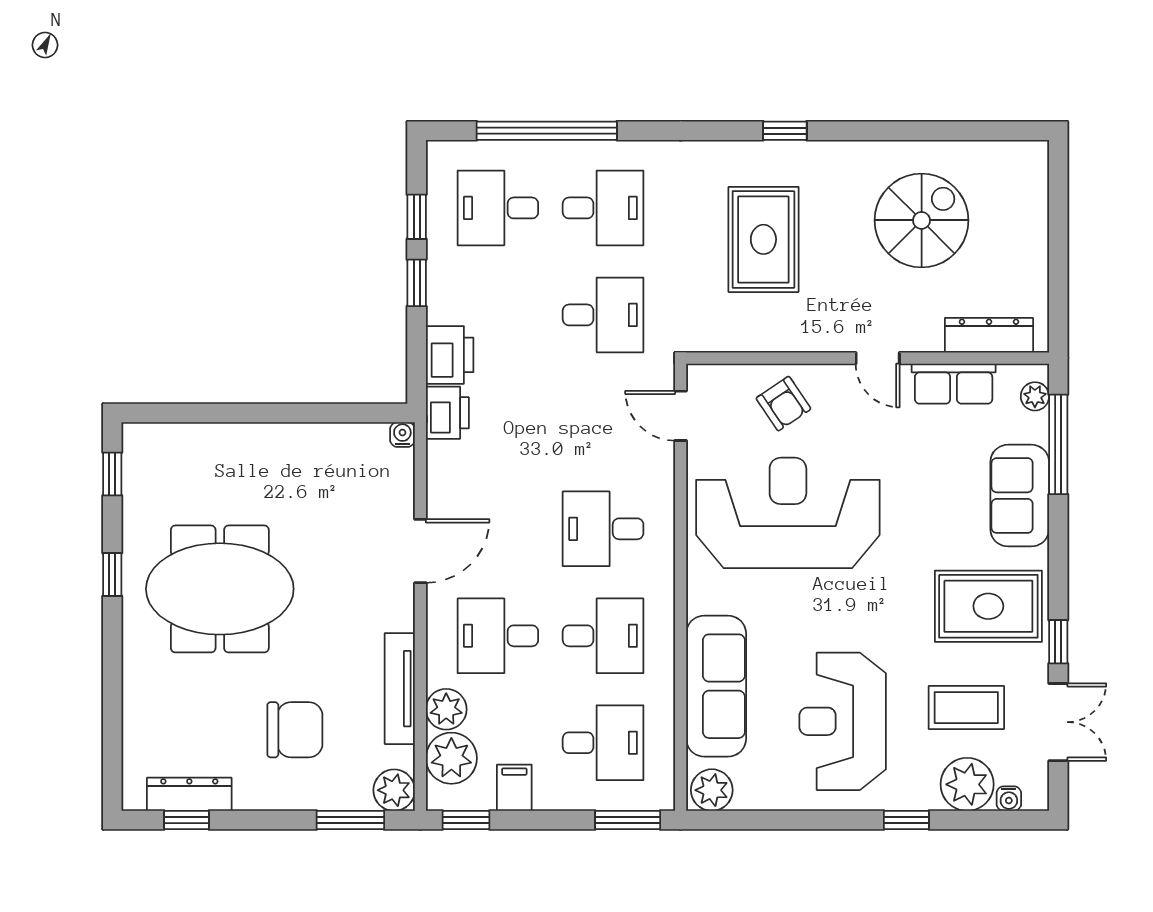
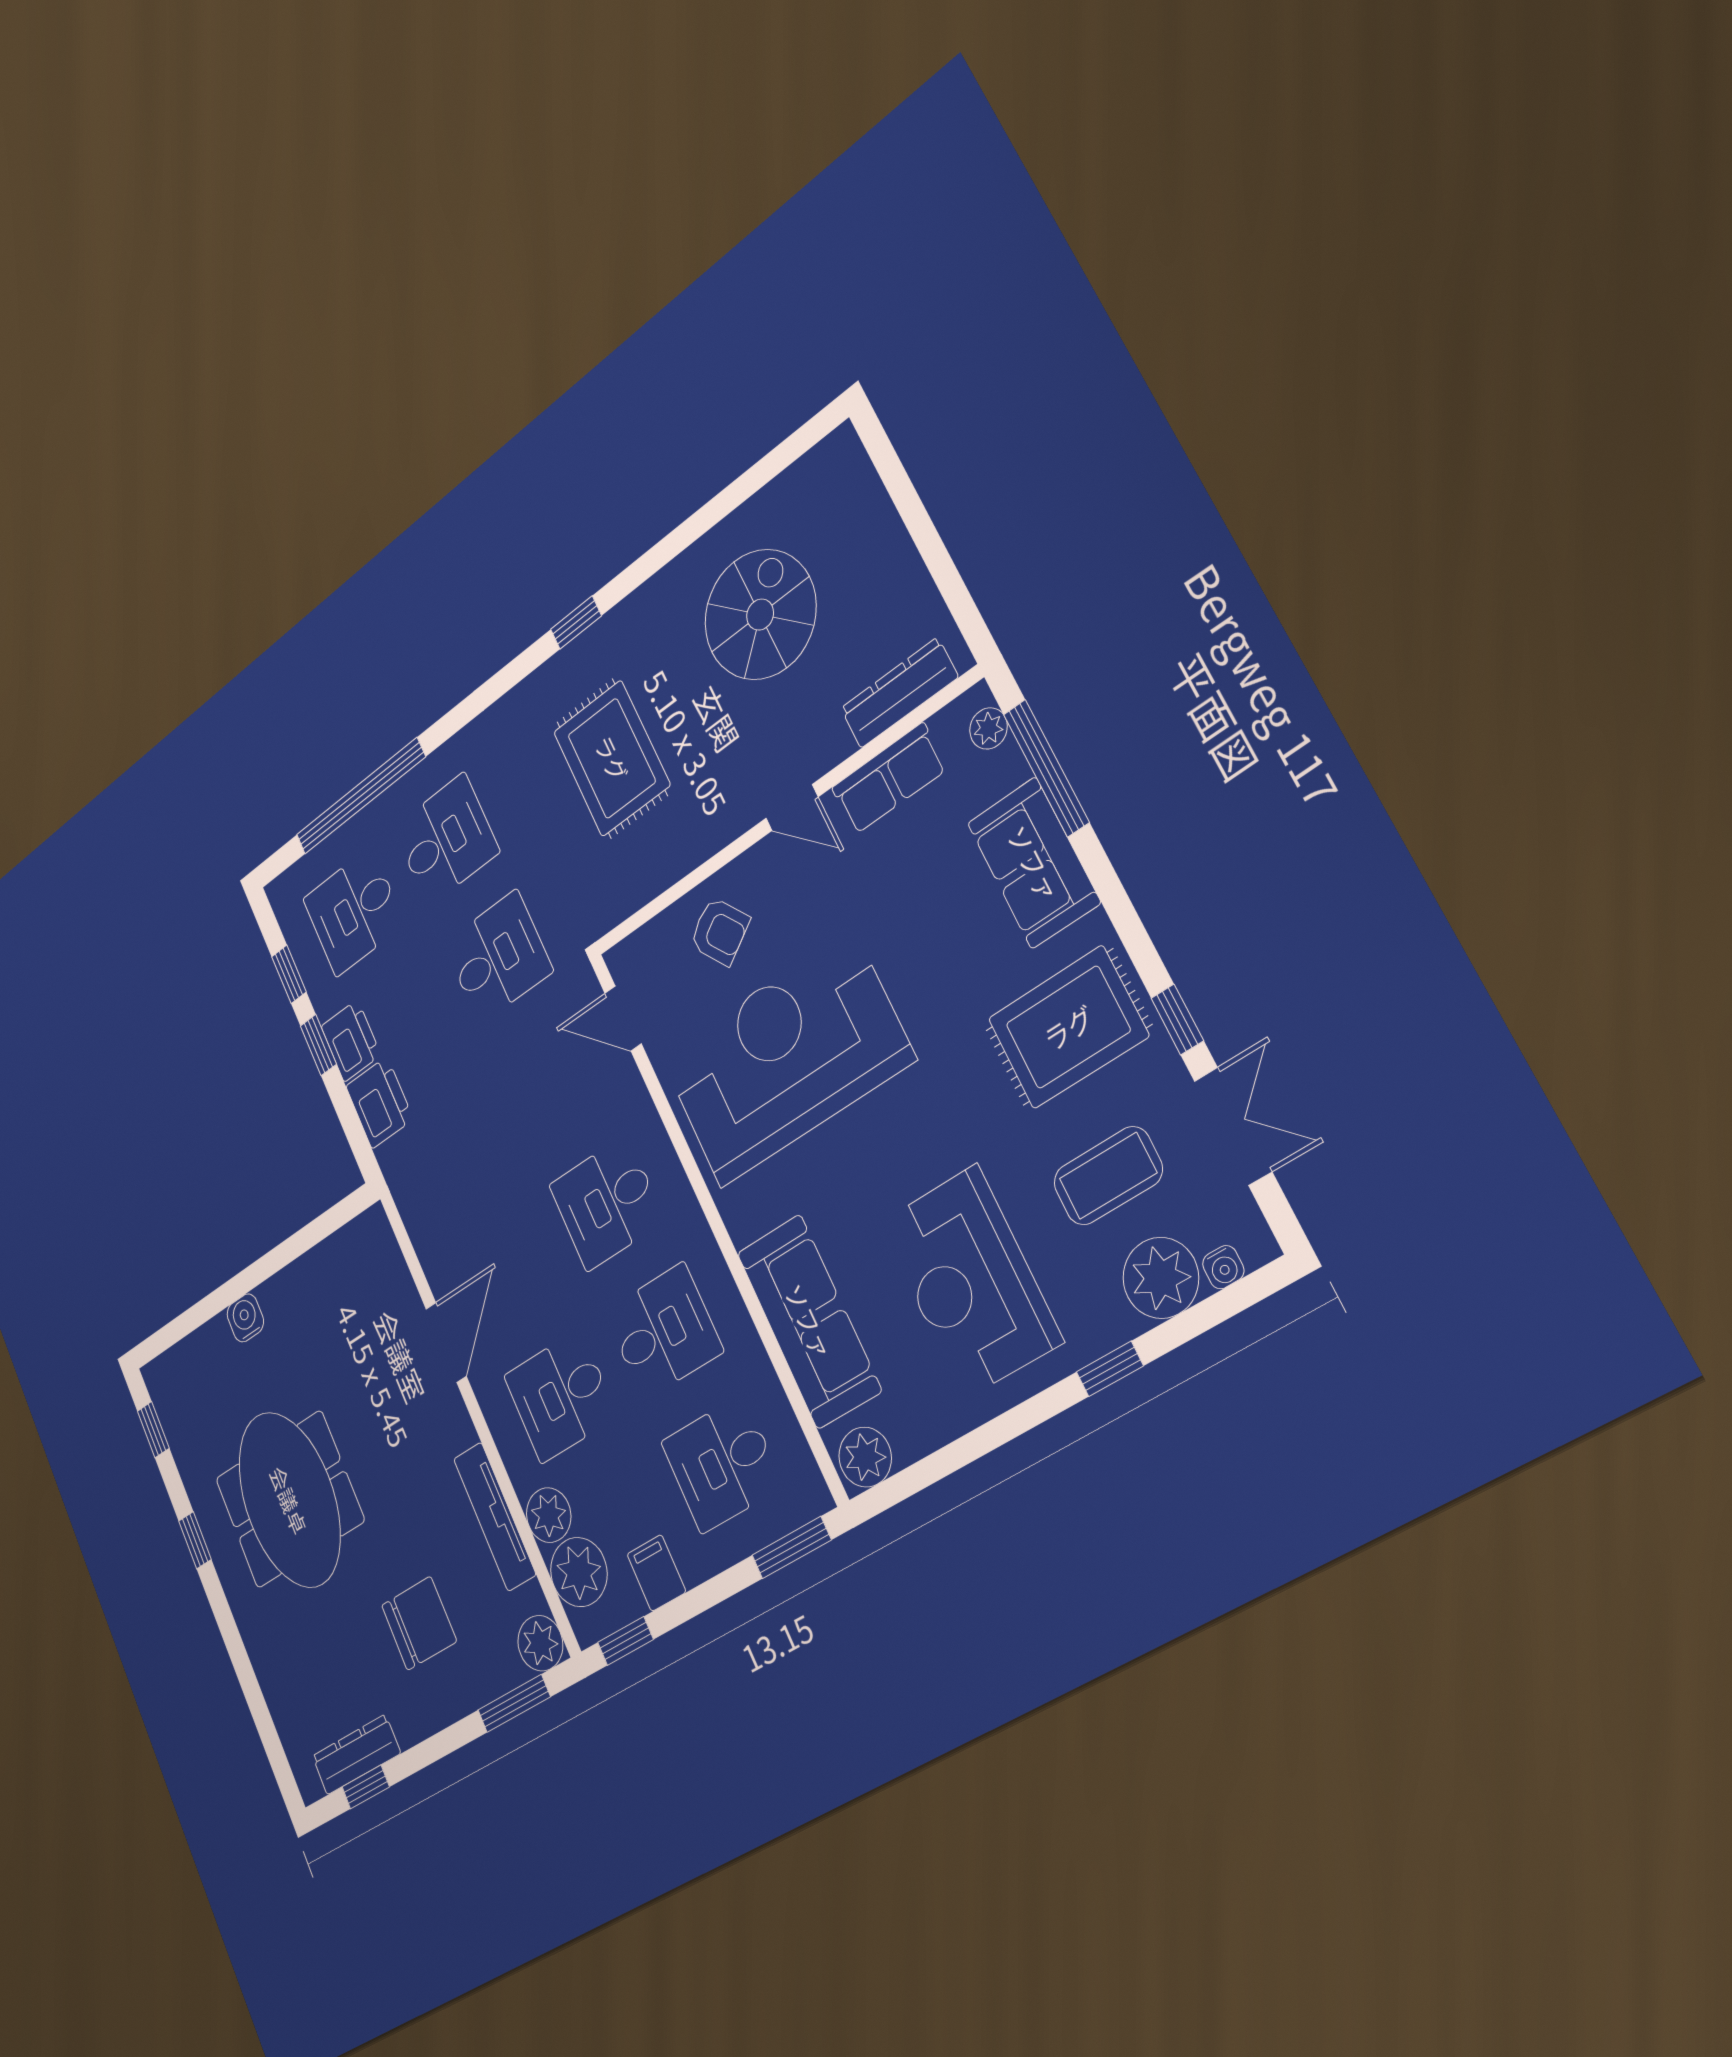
printer: (447, 413) -> (351, 1041), moved
water cooler: (402, 435) -> (245, 1318), moved, width x1.38, depth x1.38
meeting table: (220, 589) -> (289, 1500), turned 90
desk: (603, 743) -> (722, 1464), turned 180

